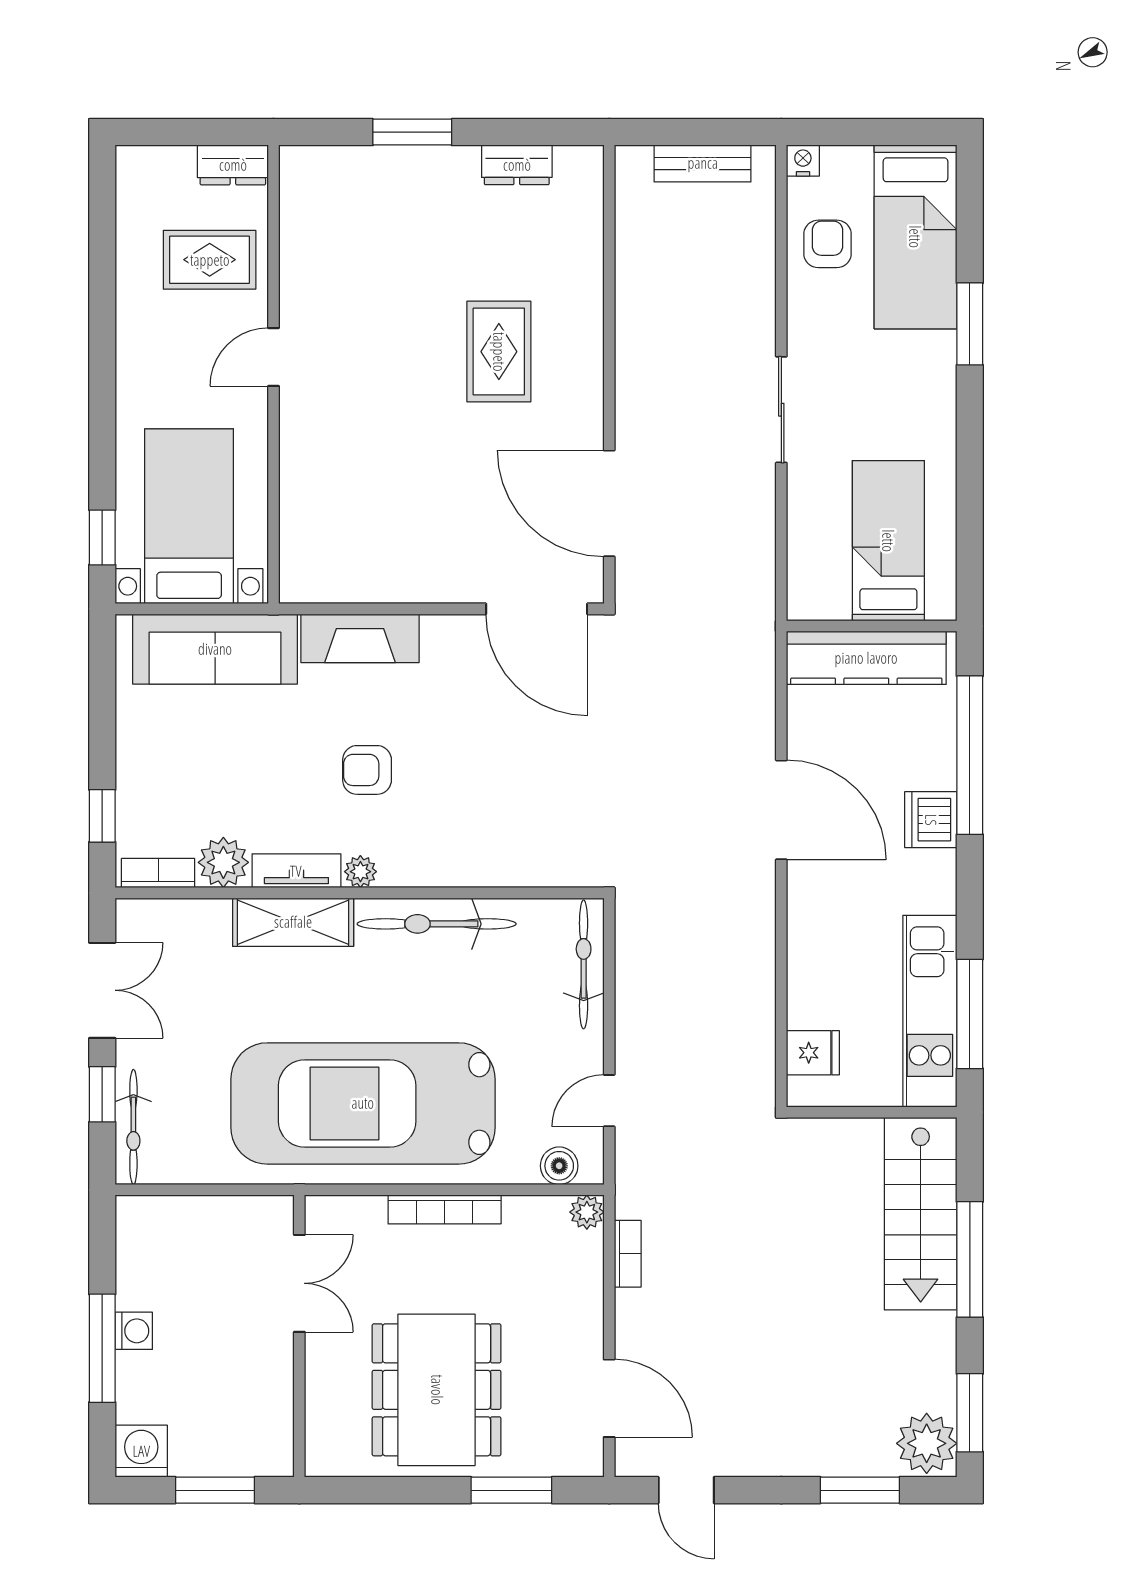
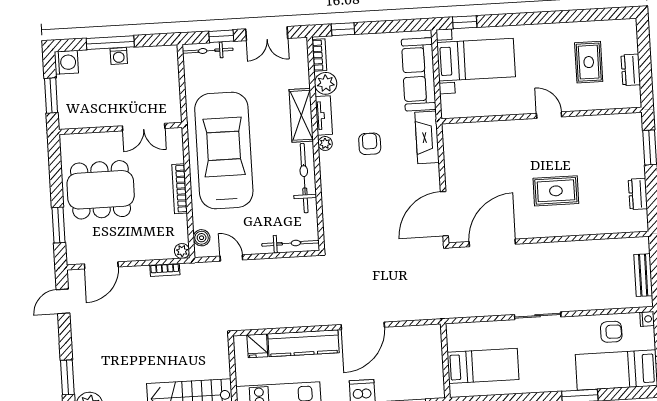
door: (274, 357) -> (549, 115), moved
wall: (274, 374) -> (542, 116), moved
kitchen counter: (866, 658) -> (303, 343), moved, turned -90

